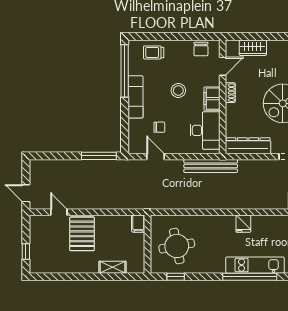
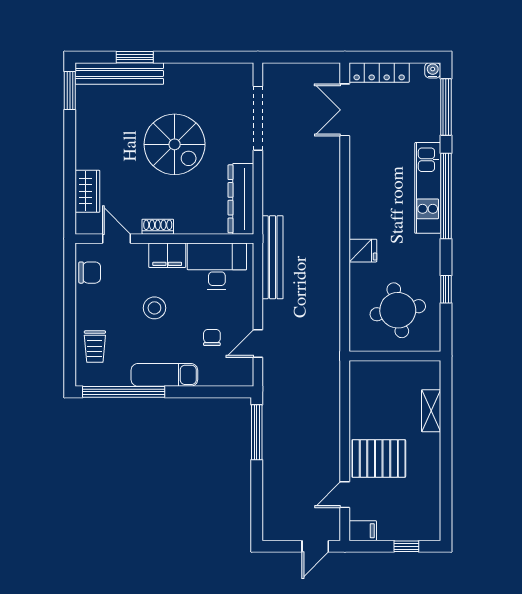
filing cabinet: (138, 224) -> (363, 531), moved
fridge: (243, 224) -> (363, 251), moved
window: (176, 277) -> (446, 289), moved

